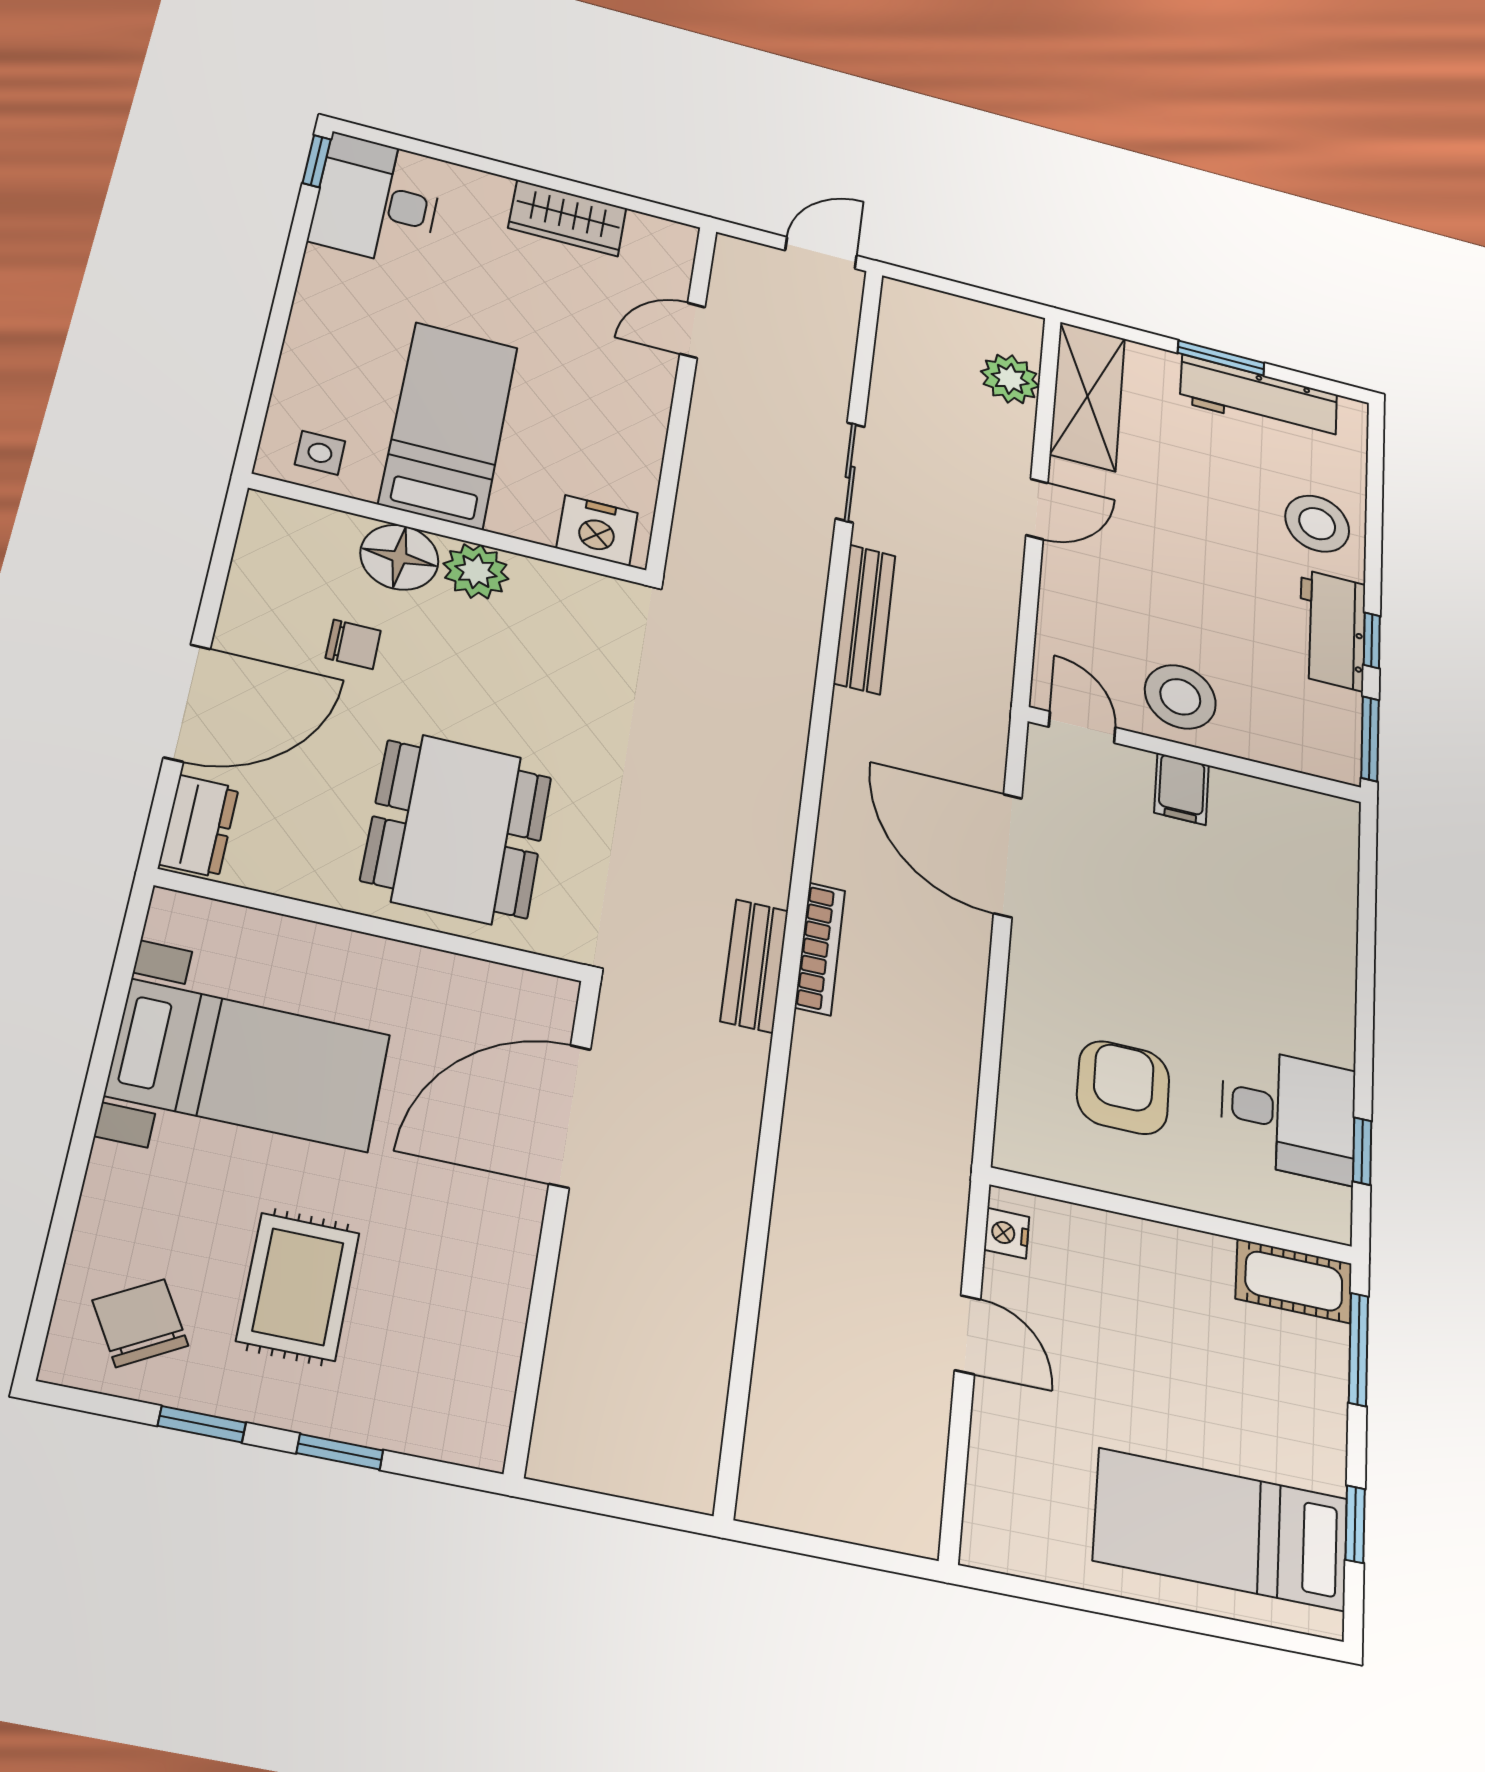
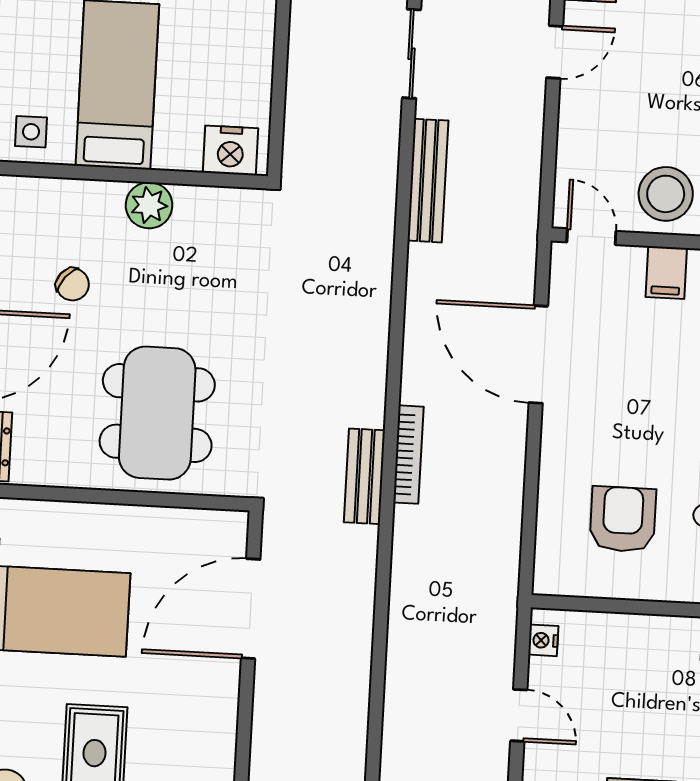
floor lamp: (399, 557) -> (95, 206), removed
chair: (353, 644) -> (73, 284), turned 39

